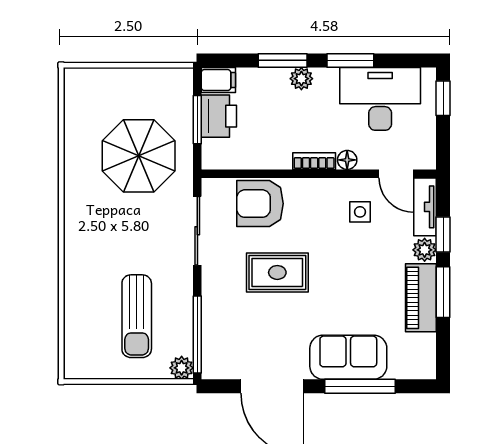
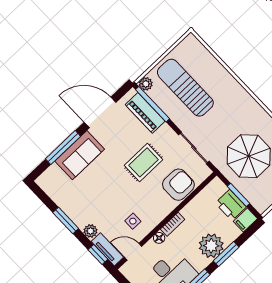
plant: (301, 79) -> (211, 246), width x1.88, depth x1.88
window: (443, 234) -> (98, 254), moved
piano: (421, 298) -> (145, 113), moved, turned 180
sun lounger: (137, 316) -> (185, 88), width x1.36, depth x1.34

